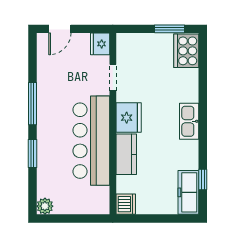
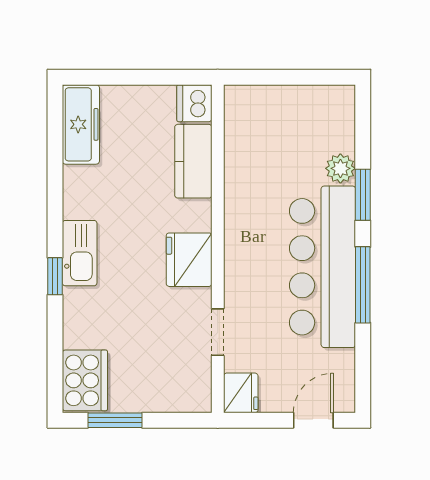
bar counter: (91, 141) -> (323, 267), moved, turned 180
kitchen counter: (126, 154) -> (193, 161), moved
window: (203, 180) -> (55, 276), moved
plant: (45, 206) -> (340, 168), moved

